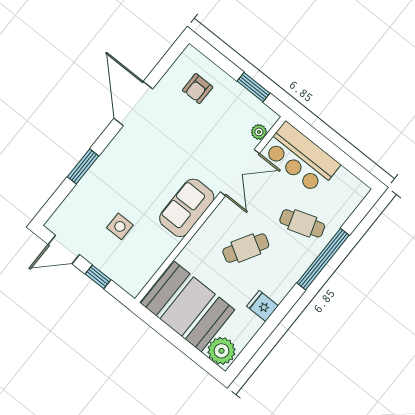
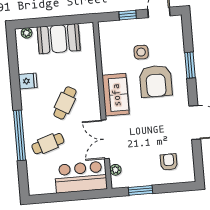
armchair: (133, 183) -> (156, 81), added
booth: (188, 307) -> (59, 39), width x0.73, depth x0.70
plant: (222, 351) -> (27, 33), width x0.53, depth x0.53

